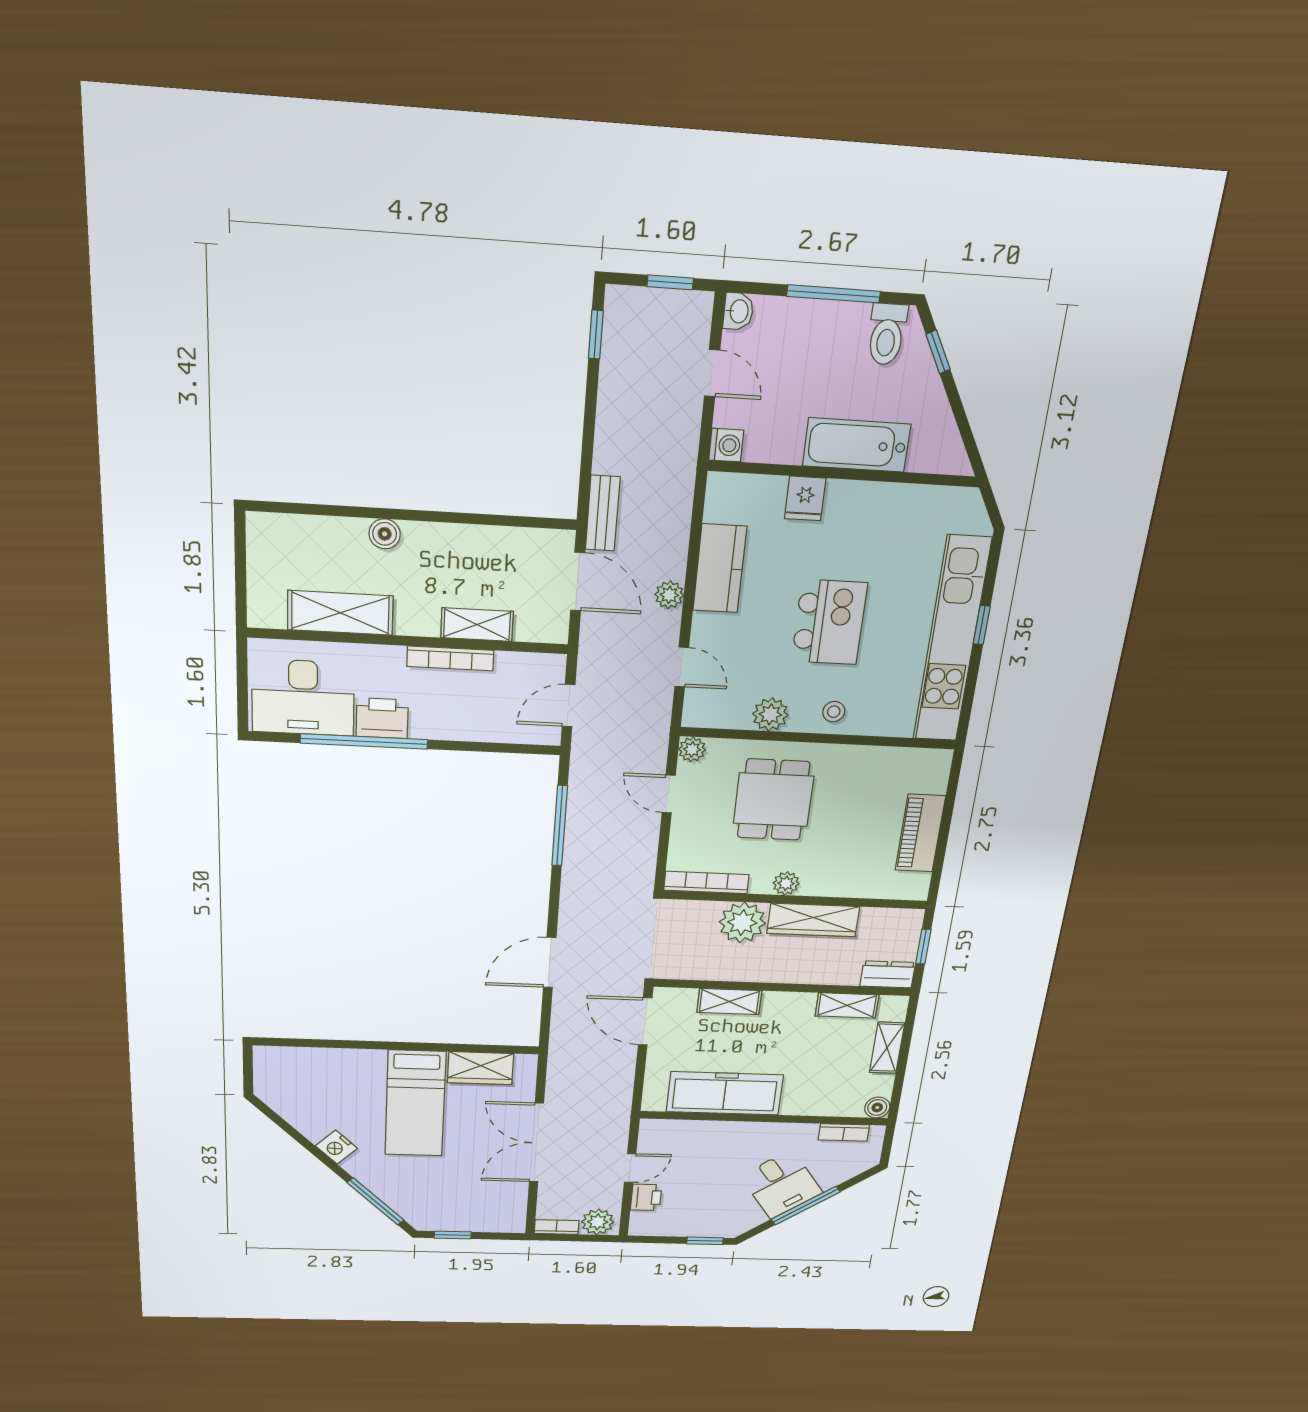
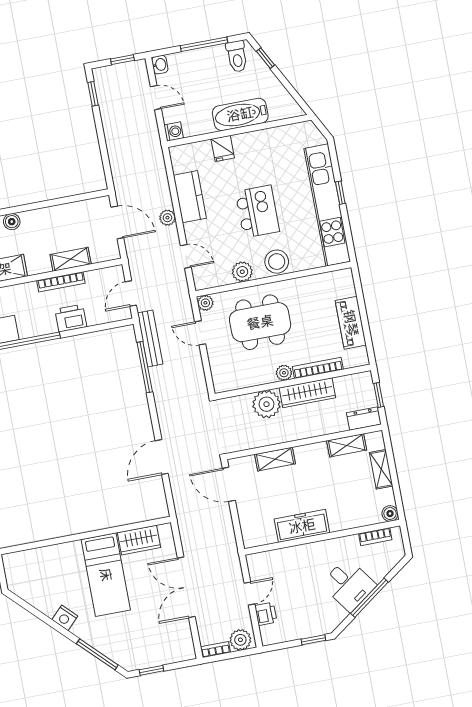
bench: (603, 513) -> (150, 338), moved, width x1.36
stool: (834, 712) -> (277, 262), width x1.89, depth x1.89
printer: (382, 718) -> (71, 318), moved
dining table: (773, 800) -> (260, 322), width x1.38
bookcase: (706, 882) -> (318, 368), moved
freezer: (725, 1093) -> (302, 526), width x0.73, depth x0.79

